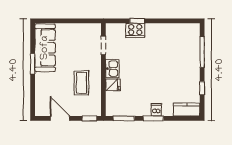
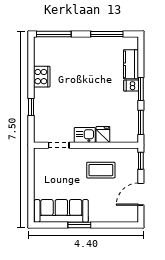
cooker: (135, 30) -> (42, 77), moved
window: (202, 52) -> (54, 34), moved
window: (202, 88) -> (107, 34), width x2.17
kitchen counter: (187, 110) -> (131, 64), moved

